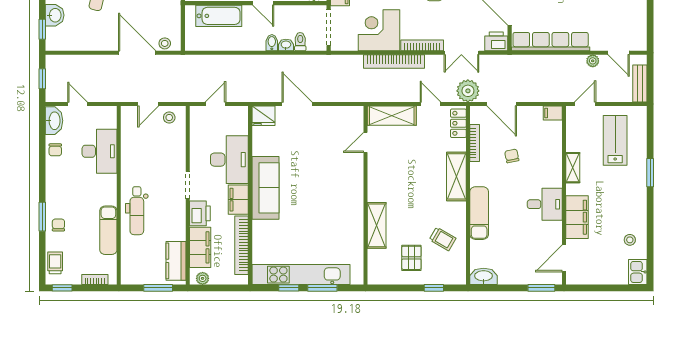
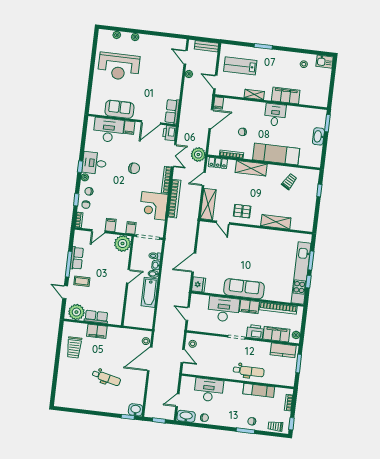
washbasin: (55, 15) -> (136, 410), moved
bathtub: (219, 16) -> (150, 292), moved, turned 180
row of seats: (551, 42) -> (172, 111), width x0.50
door: (619, 53) -> (186, 57), swing flipped
door: (502, 104) -> (211, 119), moved
exam couch: (479, 213) -> (276, 154), width x1.36, depth x1.45
pallet: (411, 258) -> (242, 211), moved
door: (564, 258) -> (310, 107), removed
washbasin: (484, 276) -> (318, 136), moved

